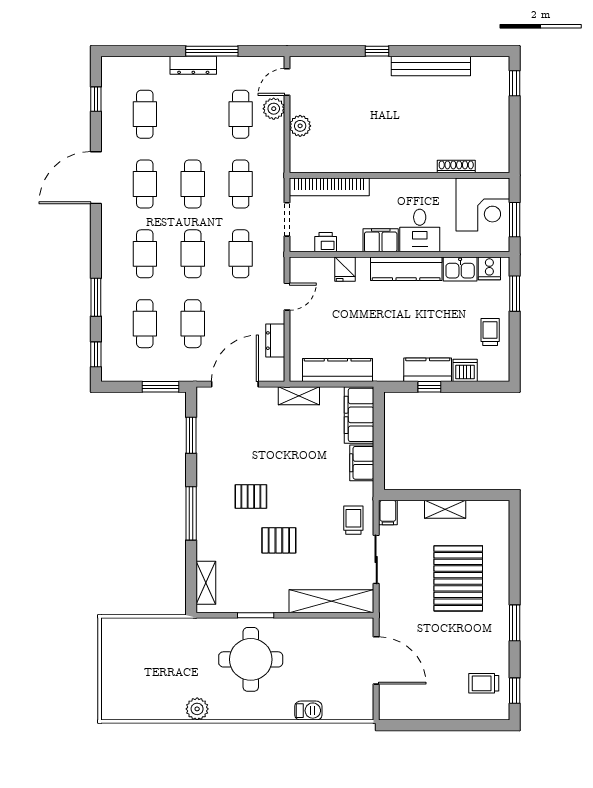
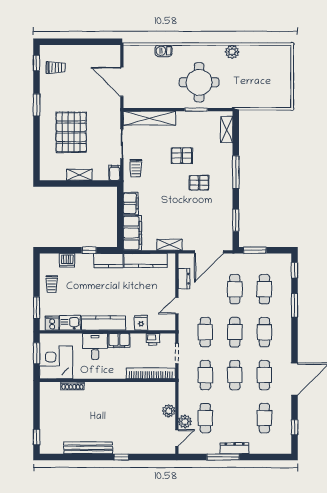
kitchen counter: (428, 370) -> (108, 261), moved

